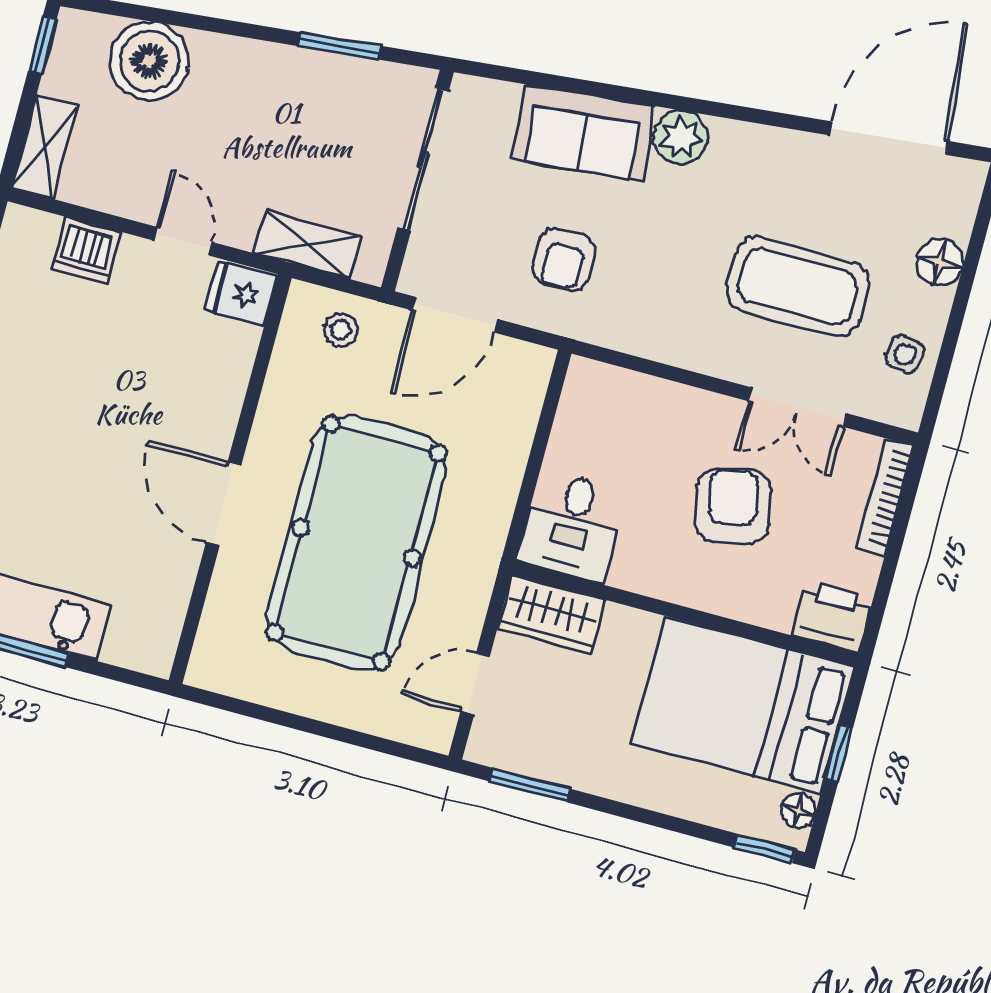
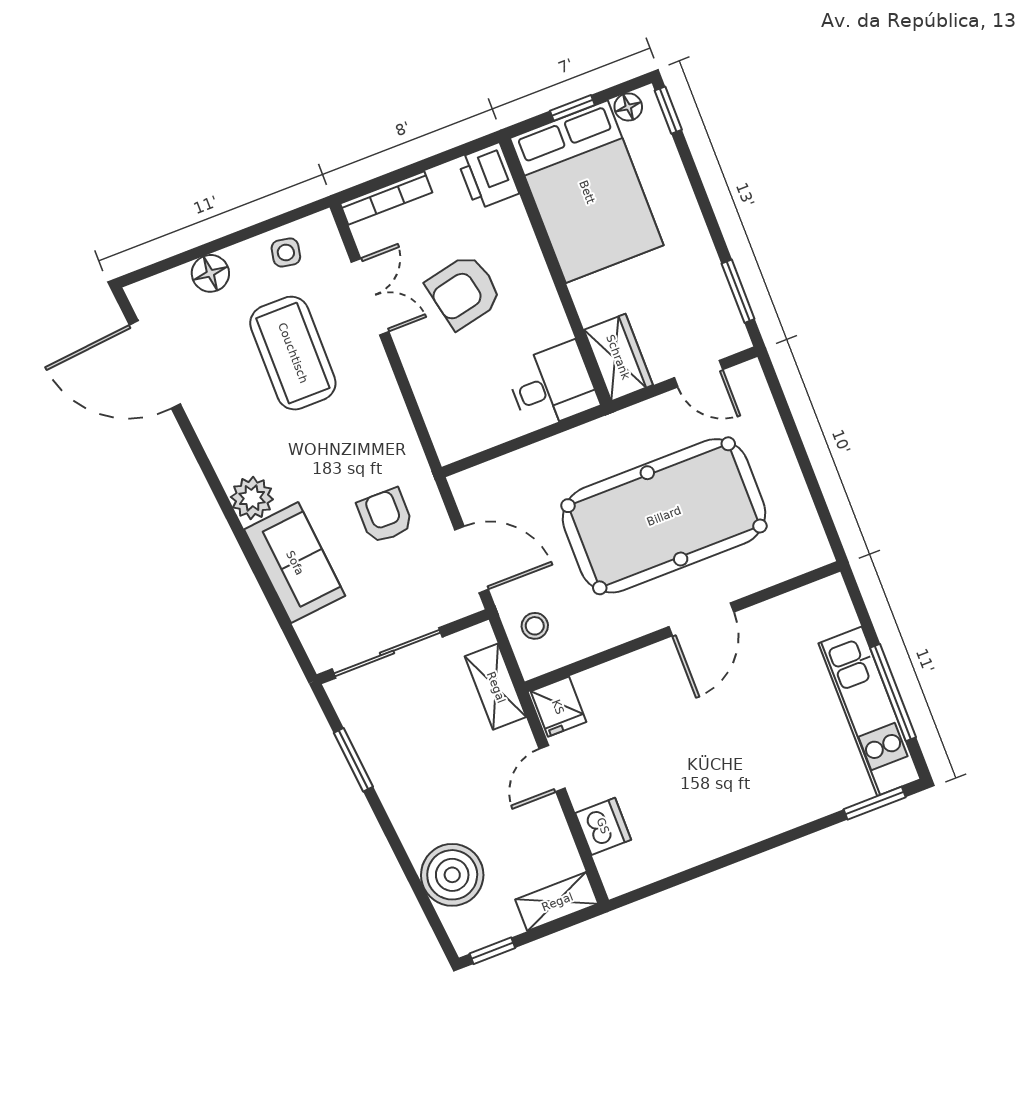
armchair: (564, 259) -> (385, 516), turned -90

